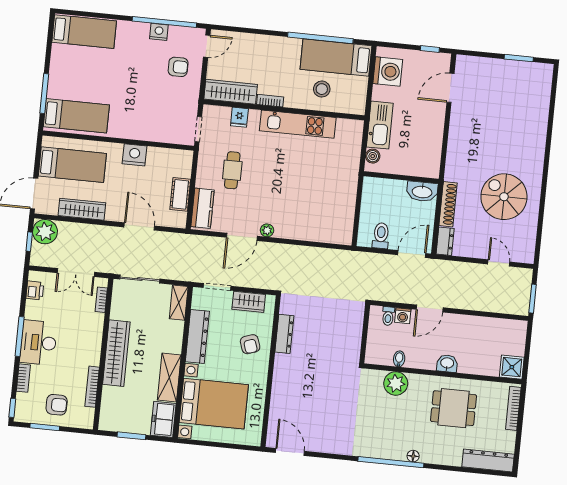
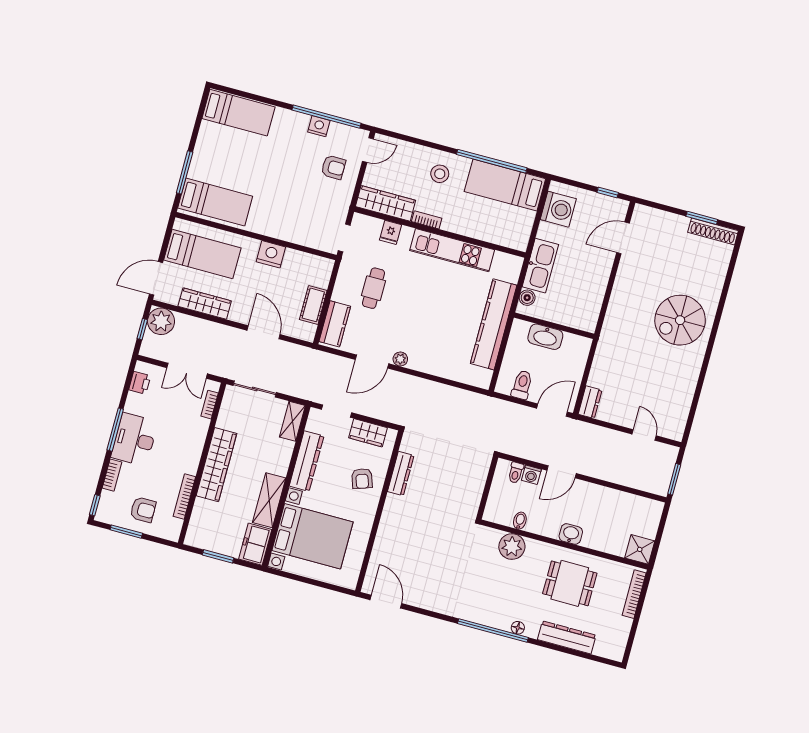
stool: (322, 89) -> (440, 174), moved
kitchen counter: (346, 185) -> (494, 324), added
washbasin: (422, 191) -> (545, 337), moved
spiral stairs: (504, 197) -> (680, 320), moved, turned -90
shoe rack: (448, 204) -> (713, 231), moved, turned 90
dresser: (488, 461) -> (567, 637), moved

